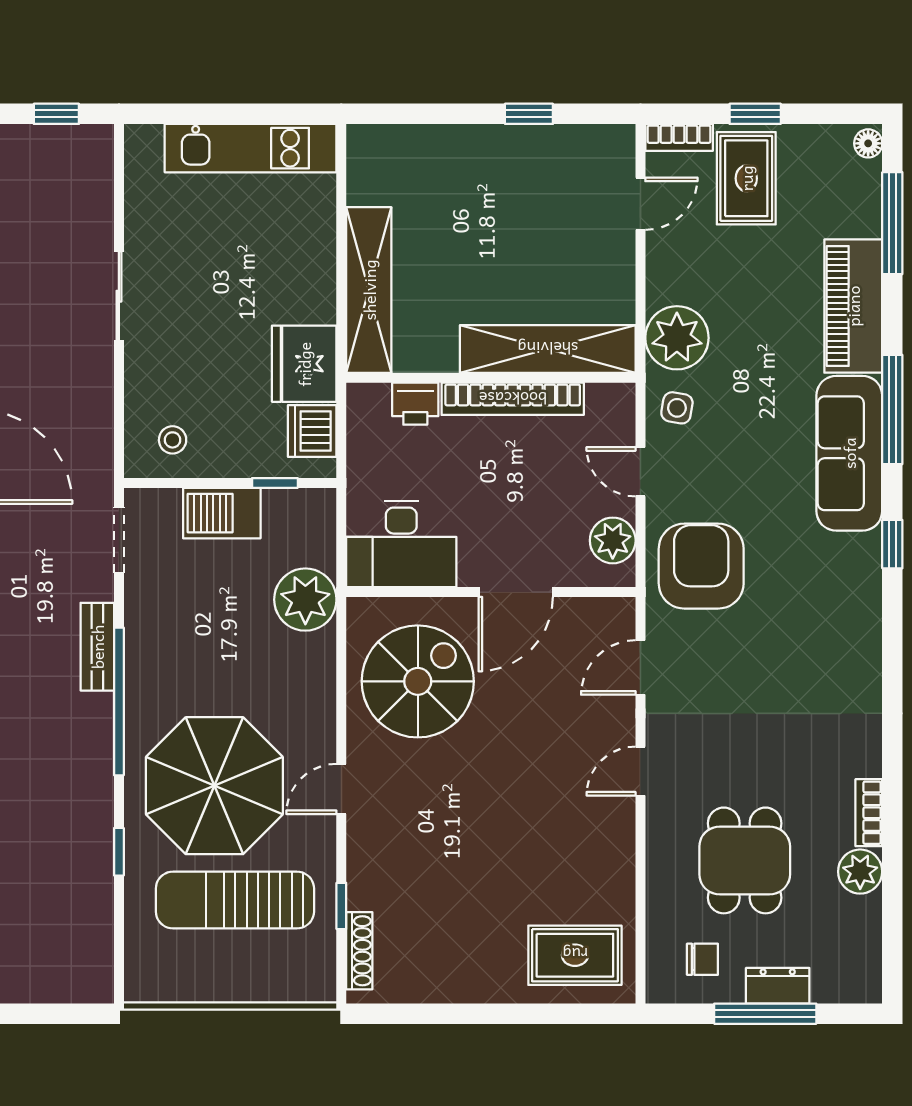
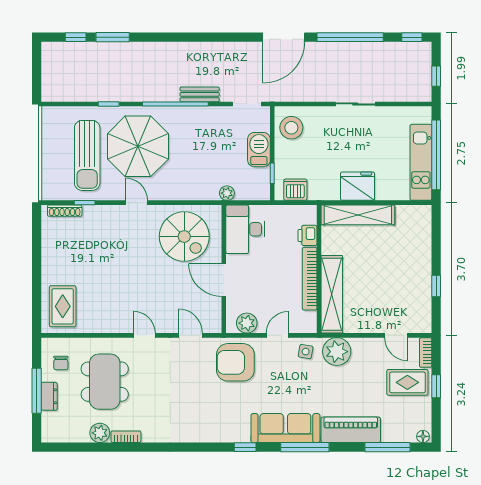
window: (234, 114) -> (436, 155), added
fridge: (304, 364) -> (358, 186), moved
stool: (173, 440) -> (291, 128), width x1.89, depth x1.89
armchair: (701, 566) -> (235, 362), turned 180
plant: (305, 600) -> (227, 193), width x0.53, depth x0.53
dining table: (745, 860) -> (105, 382), width x1.38
sun lounger: (235, 900) -> (87, 155), turned 180

